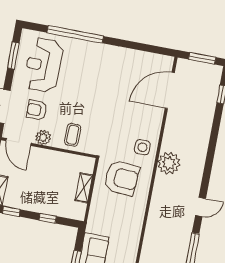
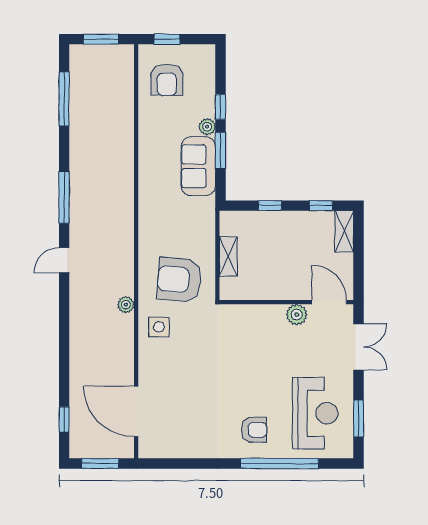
door: (170, 90) -> (136, 411), swing flipped
armchair: (37, 110) -> (254, 430), moved
coffee table: (73, 135) -> (257, 326), removed
plant: (169, 163) -> (126, 305), width x0.53, depth x0.53

